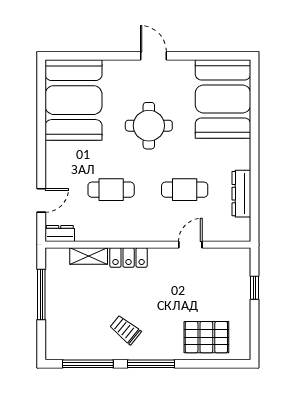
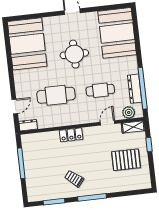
cafe table: (111, 190) -> (56, 95), width x1.37, depth x1.35
window: (254, 195) -> (143, 88), added
plant: (227, 231) -> (129, 112), added
shelving: (89, 256) -> (133, 127), moved
pallet: (206, 337) -> (126, 160), moved
window: (88, 364) -> (54, 202), width x0.69

